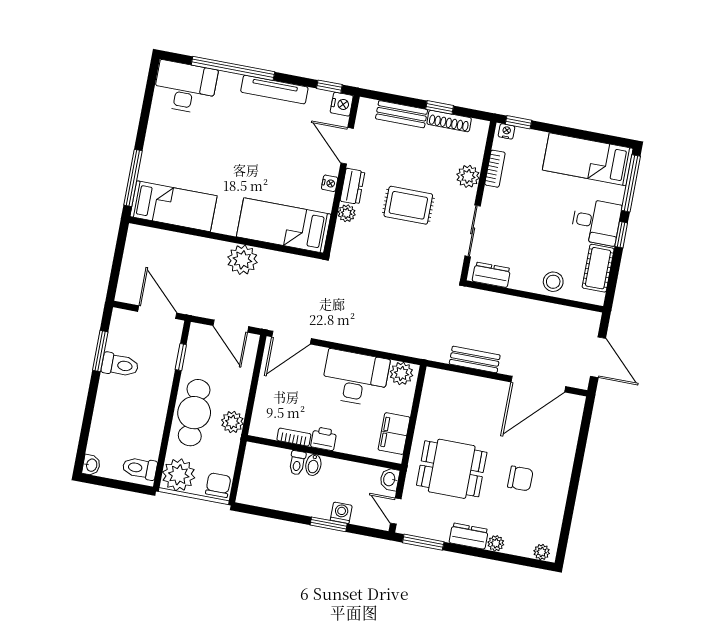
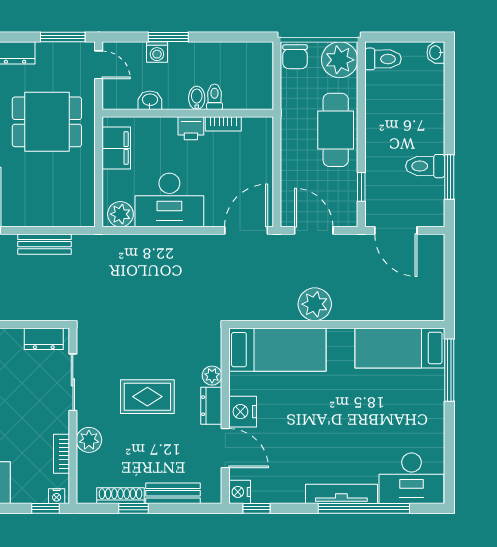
tv unit: (274, 90) -> (341, 494), moved
nightstand: (330, 183) -> (243, 412), width x1.89, depth x1.79
plant: (232, 422) -> (293, 128), removed
washbasin: (390, 479) -> (150, 100), moved, turned -90

